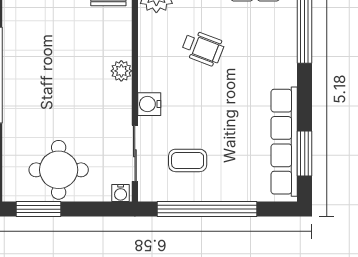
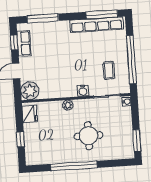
wheelchair: (203, 48) -> (54, 67), removed
window: (305, 153) -> (102, 14), width x1.44
round table: (59, 170) -> (89, 136), moved

